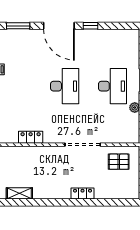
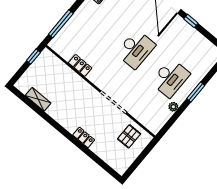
pallet: (119, 162) -> (129, 136), turned 90

